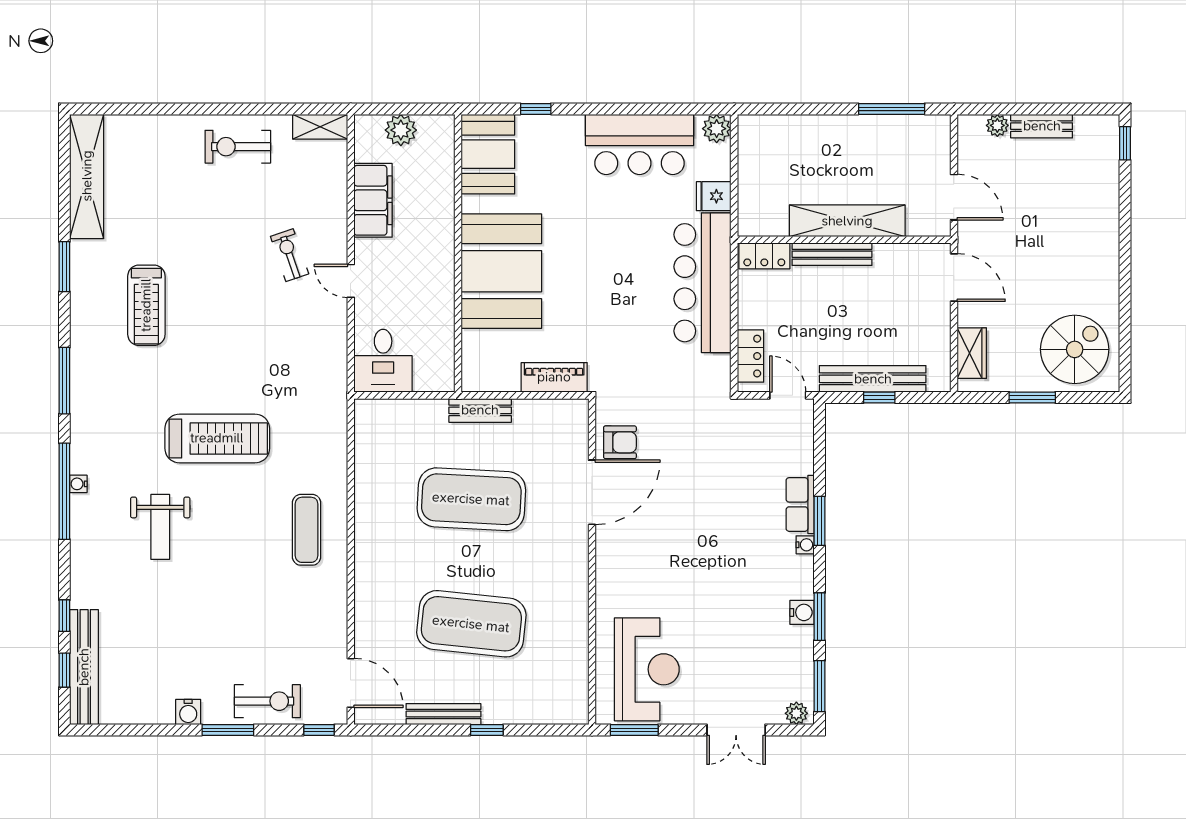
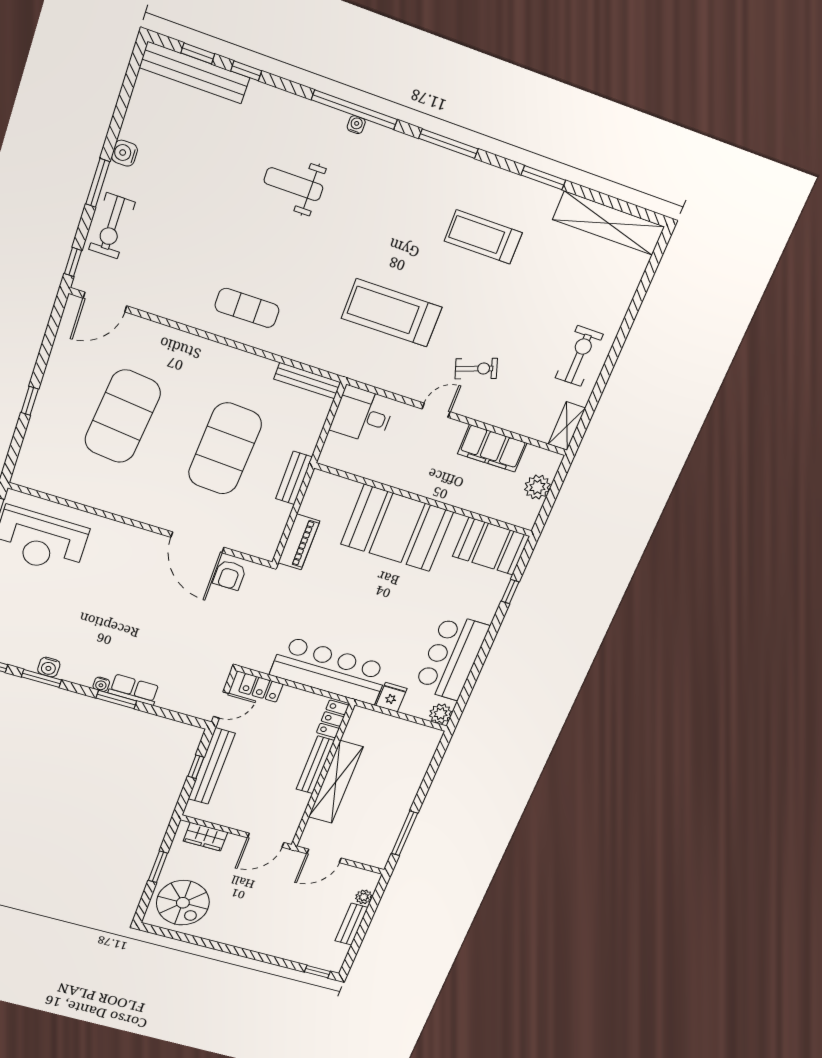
treadmill: (217, 438) -> (392, 313), moved, turned 90
bench: (443, 714) -> (307, 381), moved, turned 90

